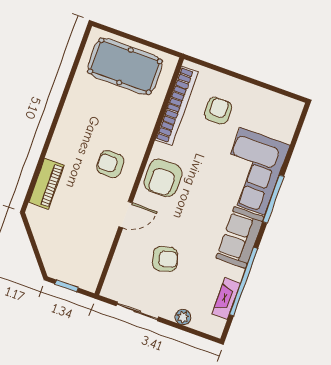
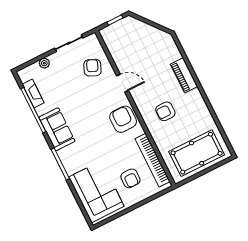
armchair: (110, 164) -> (165, 111), moved, turned 180
corner sofa: (252, 171) -> (96, 192), moved
piano: (46, 184) -> (184, 75), moved
door: (126, 215) -> (123, 83), swing flipped
armchair: (165, 259) -> (92, 68), moved, turned 128

